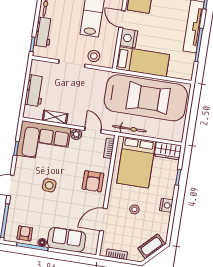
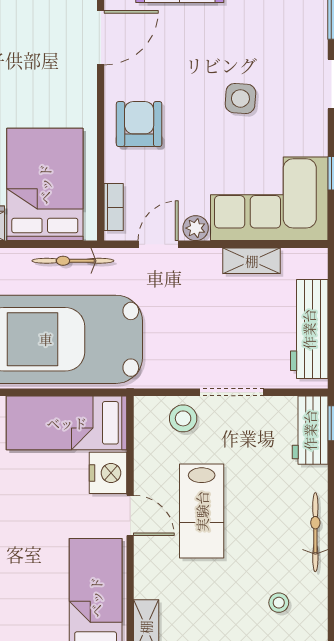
workbench: (43, 32) -> (310, 430), moved
workbench: (35, 91) -> (309, 329), width x1.38
door: (93, 130) -> (158, 244), swing flipped
stool: (134, 209) -> (32, 73), removed

